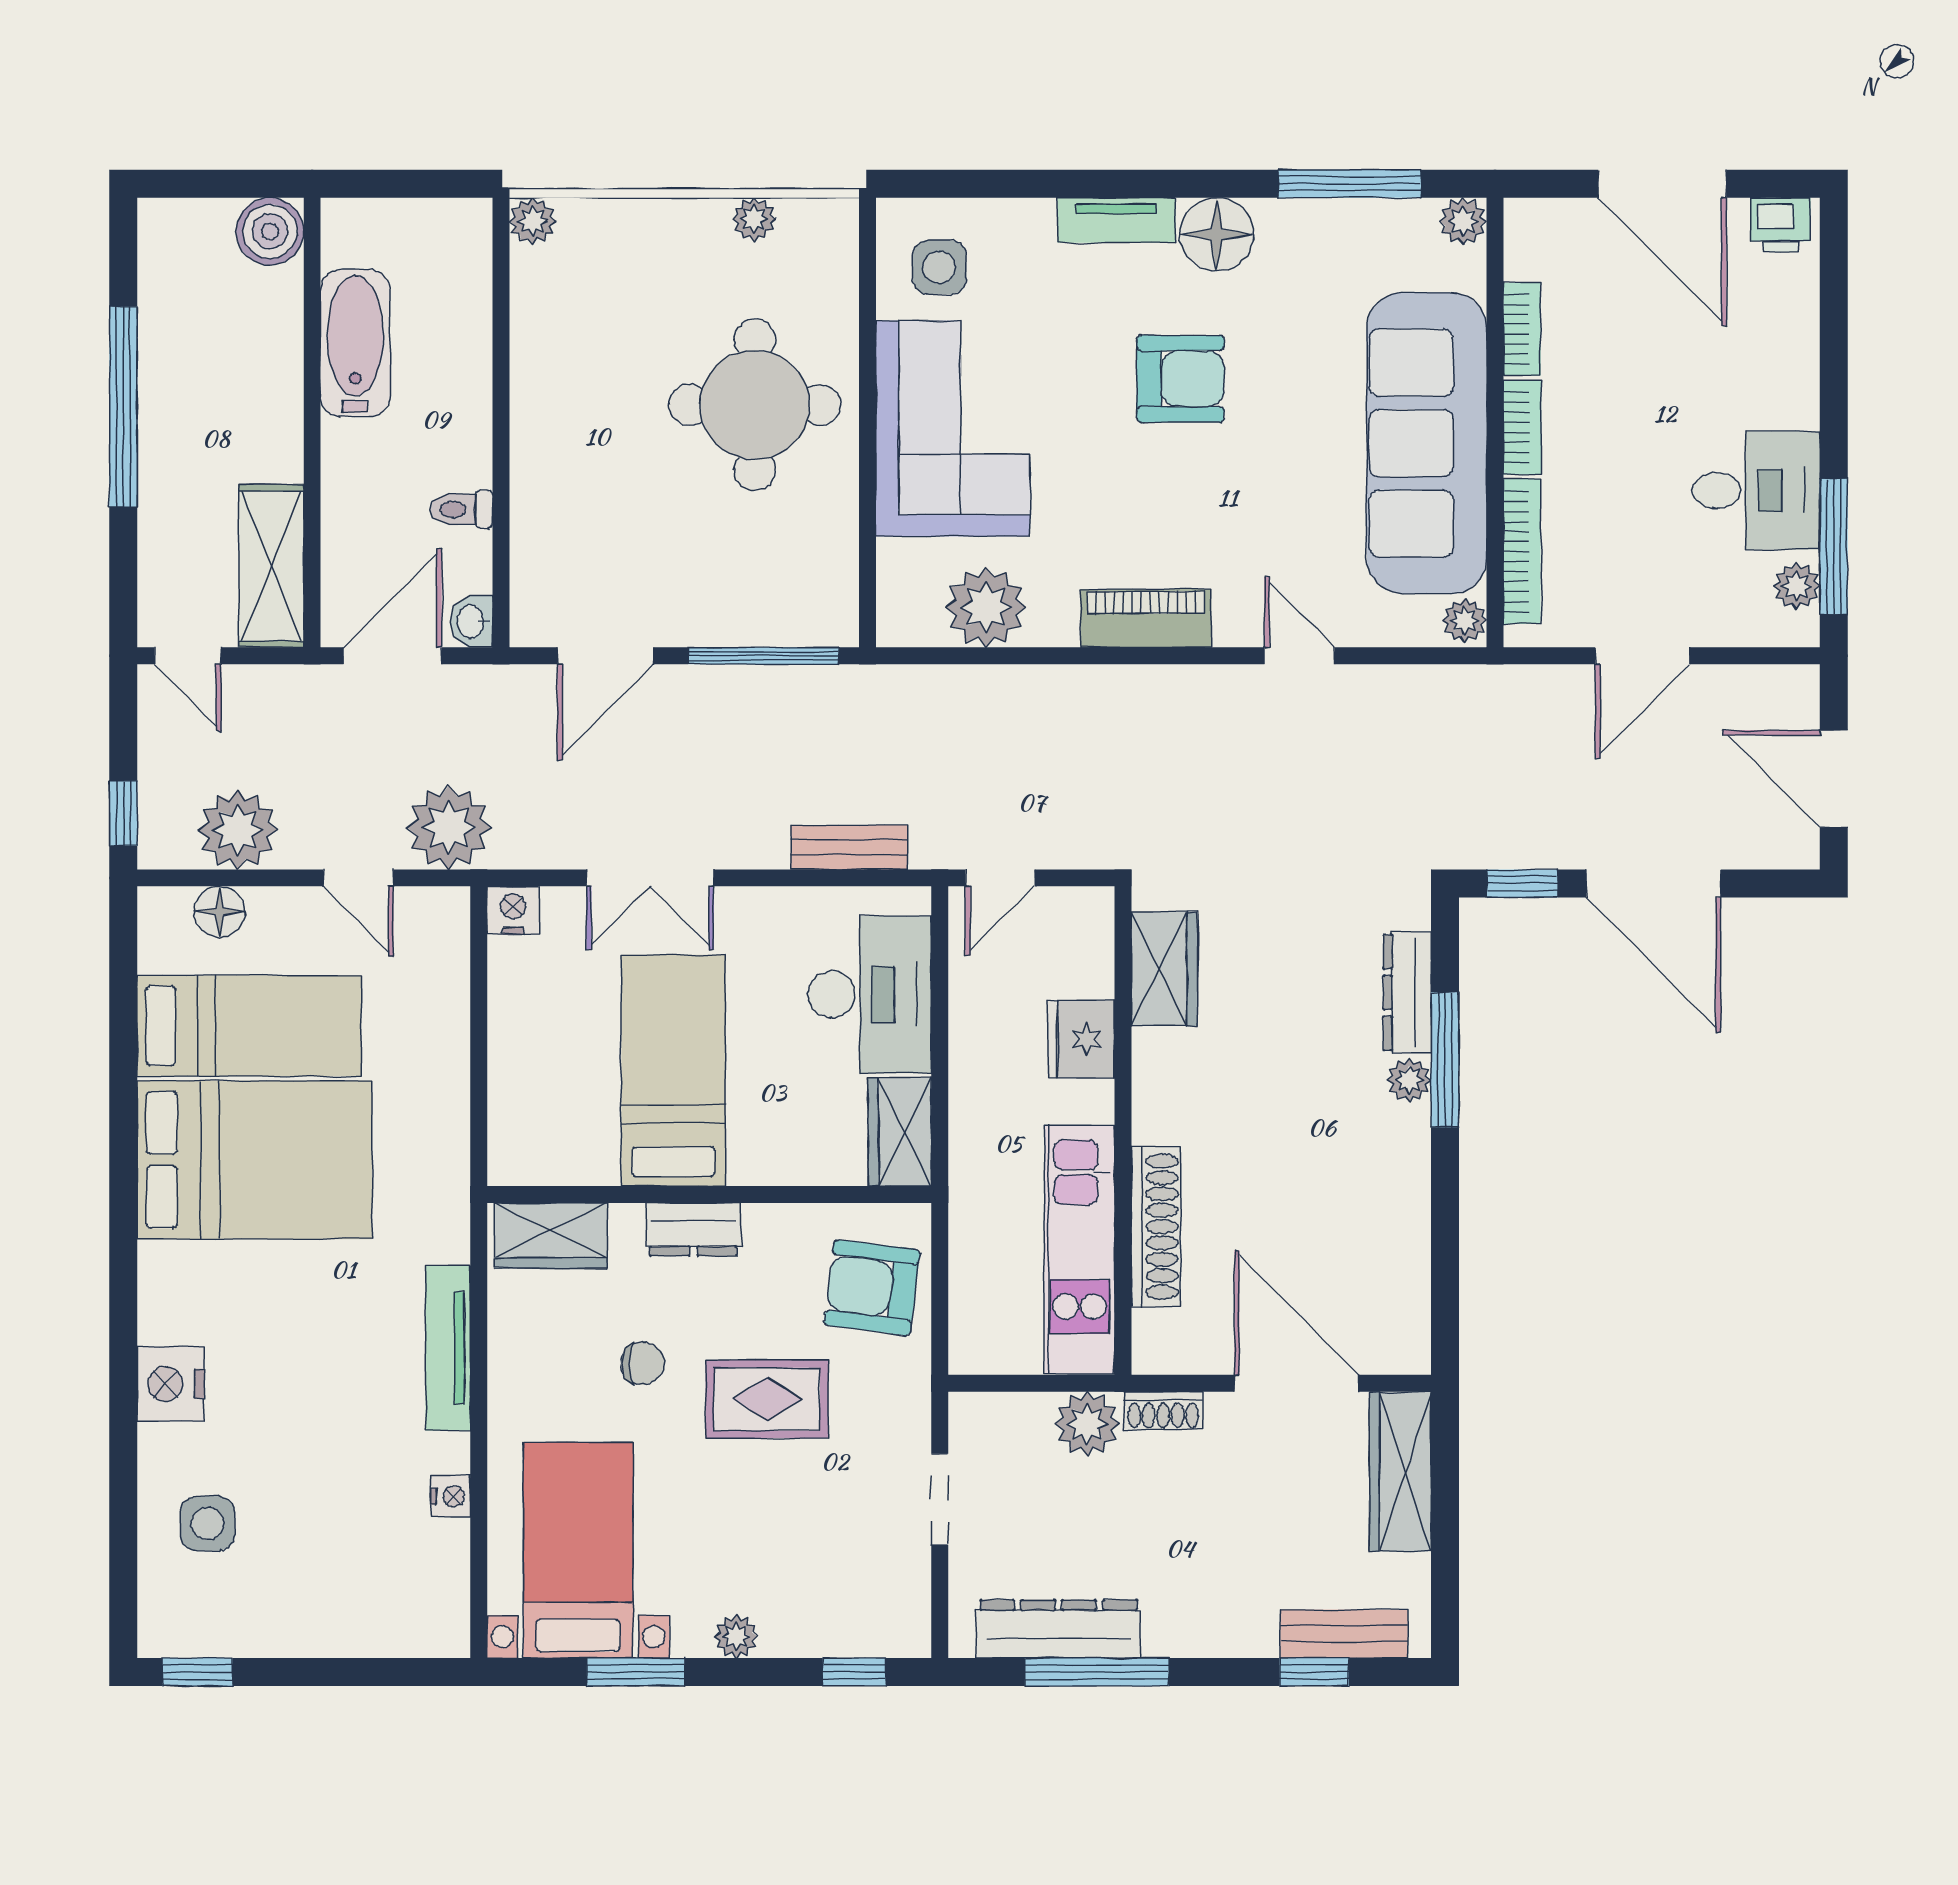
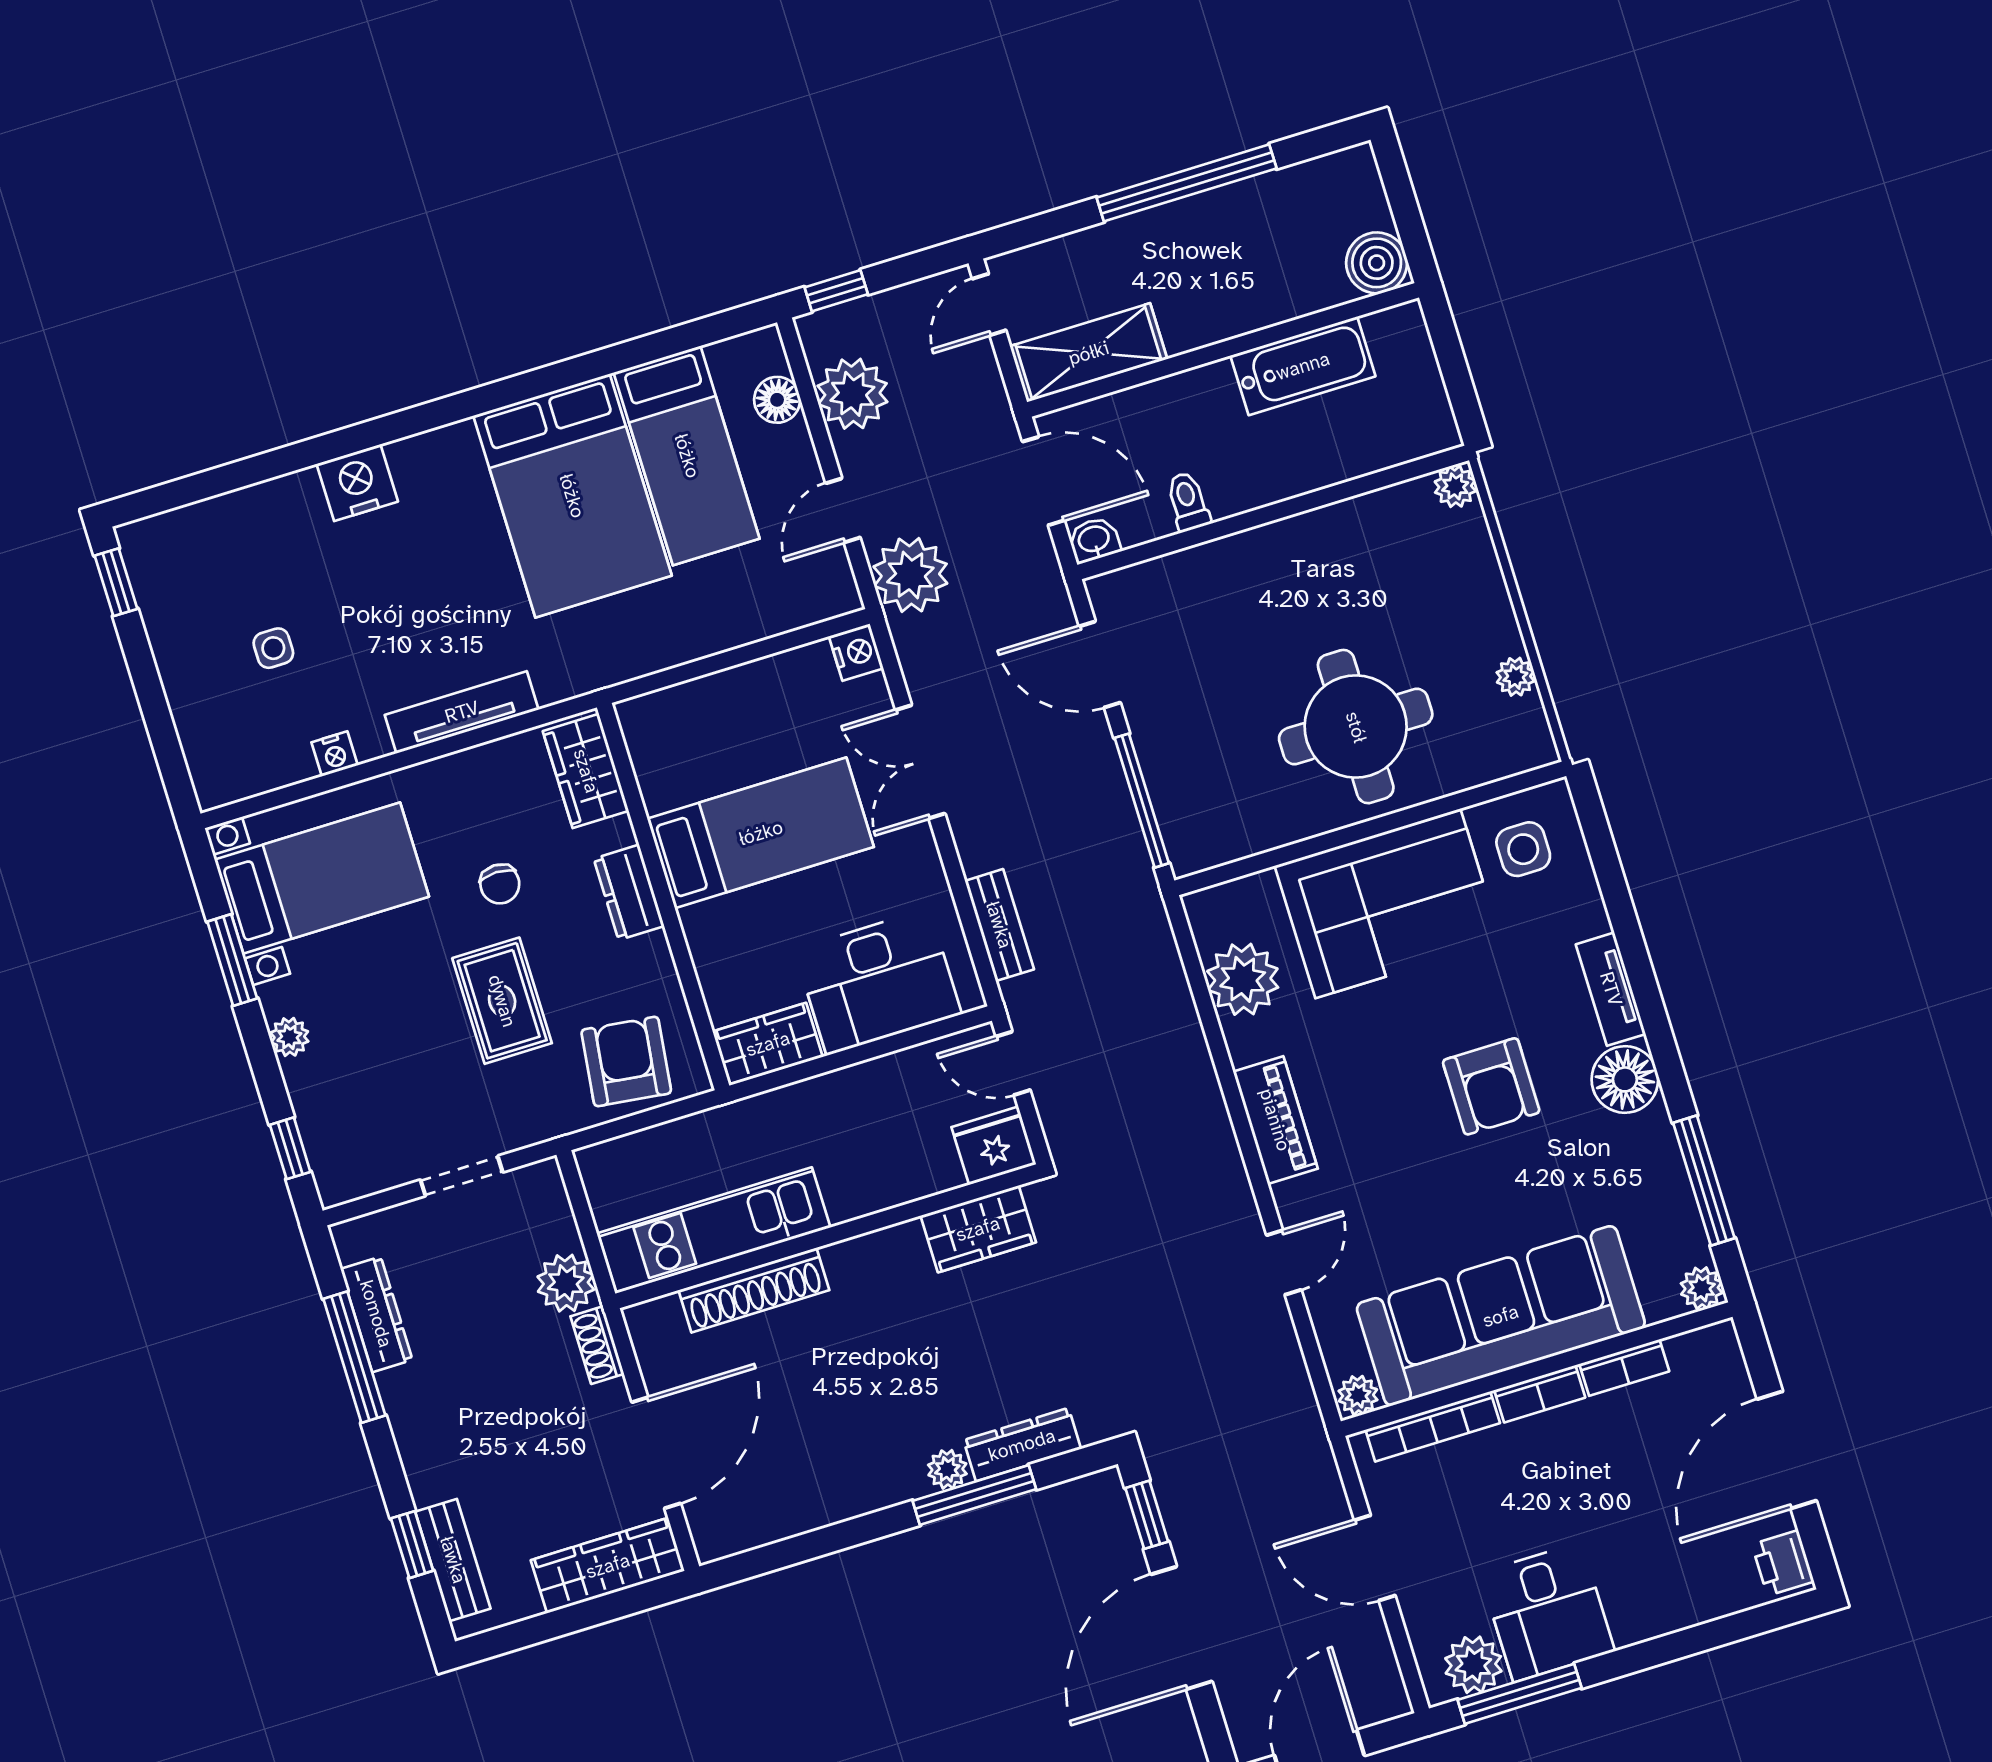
plant: (1797, 586) -> (1473, 1665), width x1.38, depth x1.38
fridge: (1081, 1039) -> (994, 1146), moved
side table: (208, 1523) -> (273, 648), moved, width x0.73, depth x0.73
dresser: (1059, 1629) -> (376, 1314), width x0.73, depth x0.80

